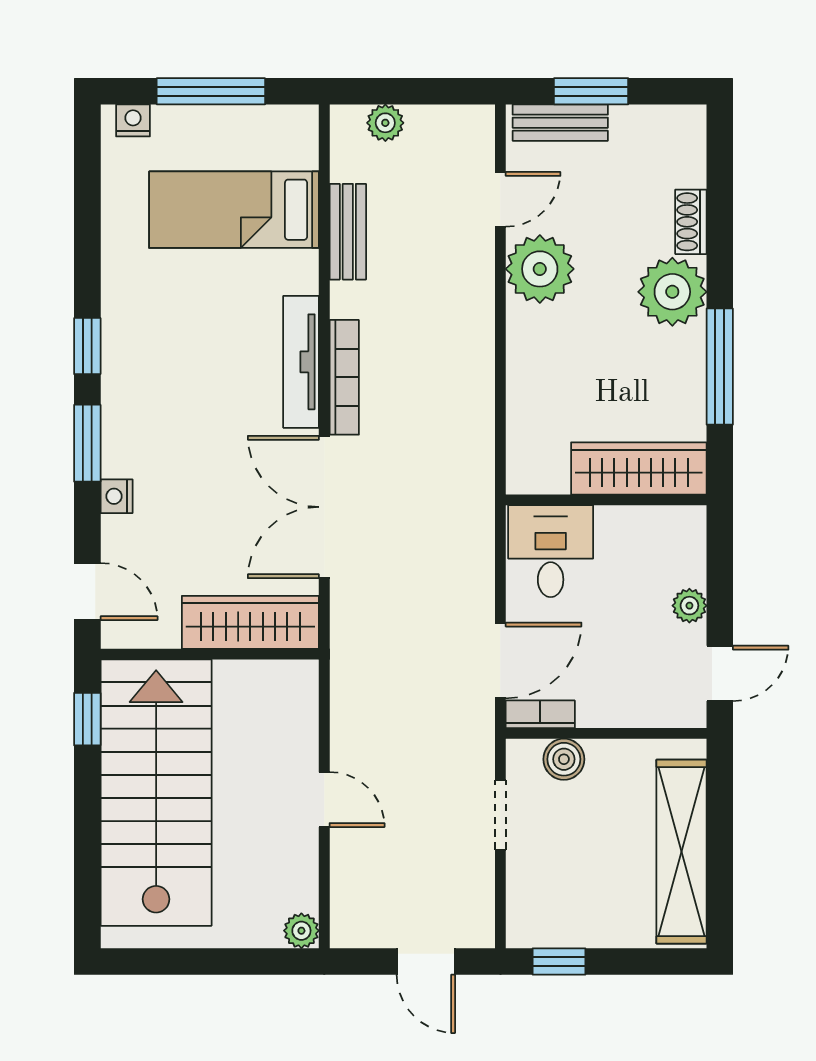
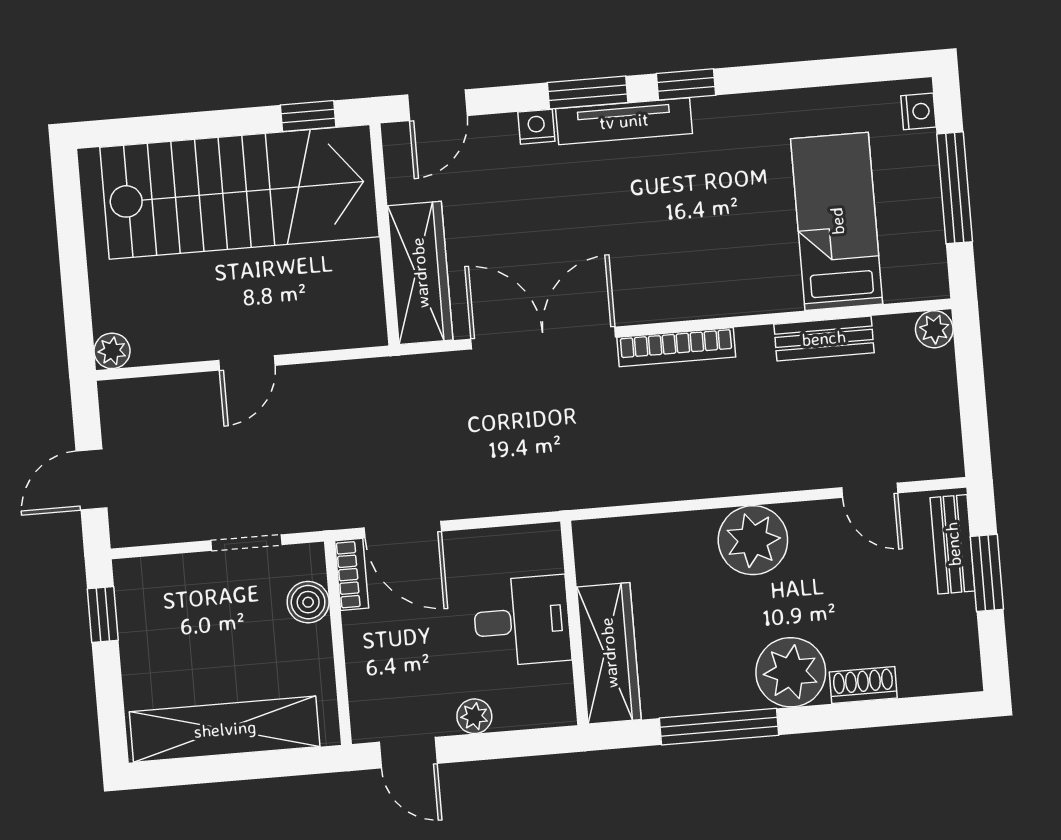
plant: (385, 123) -> (934, 329), moved
plant: (540, 269) -> (753, 540), moved
tv unit: (301, 362) -> (624, 121), moved, turned 180
desk: (551, 551) -> (522, 621), moved

